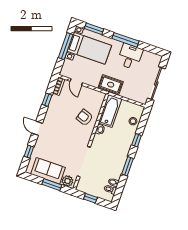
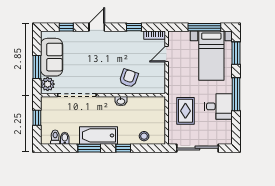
rug: (111, 85) -> (185, 111), moved
bathtub: (110, 111) -> (98, 135), moved, turned 180

